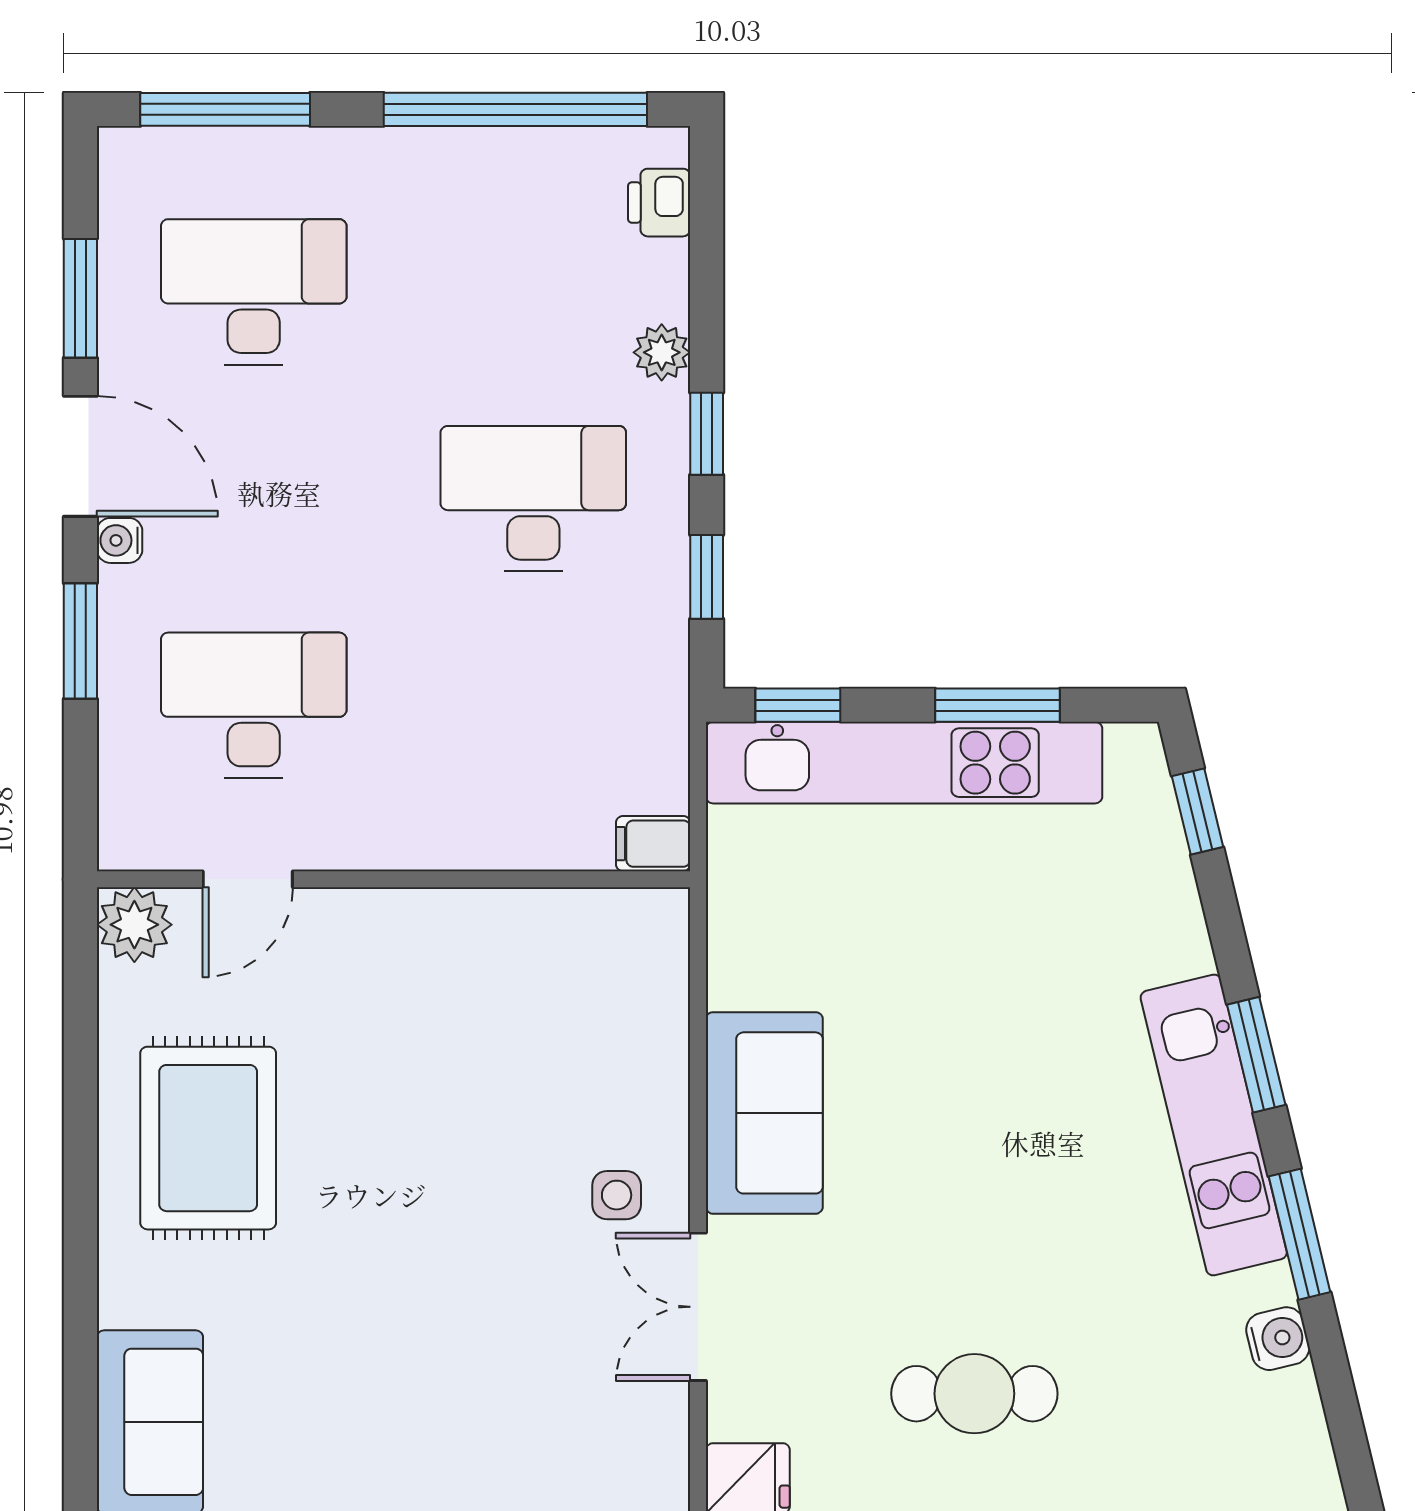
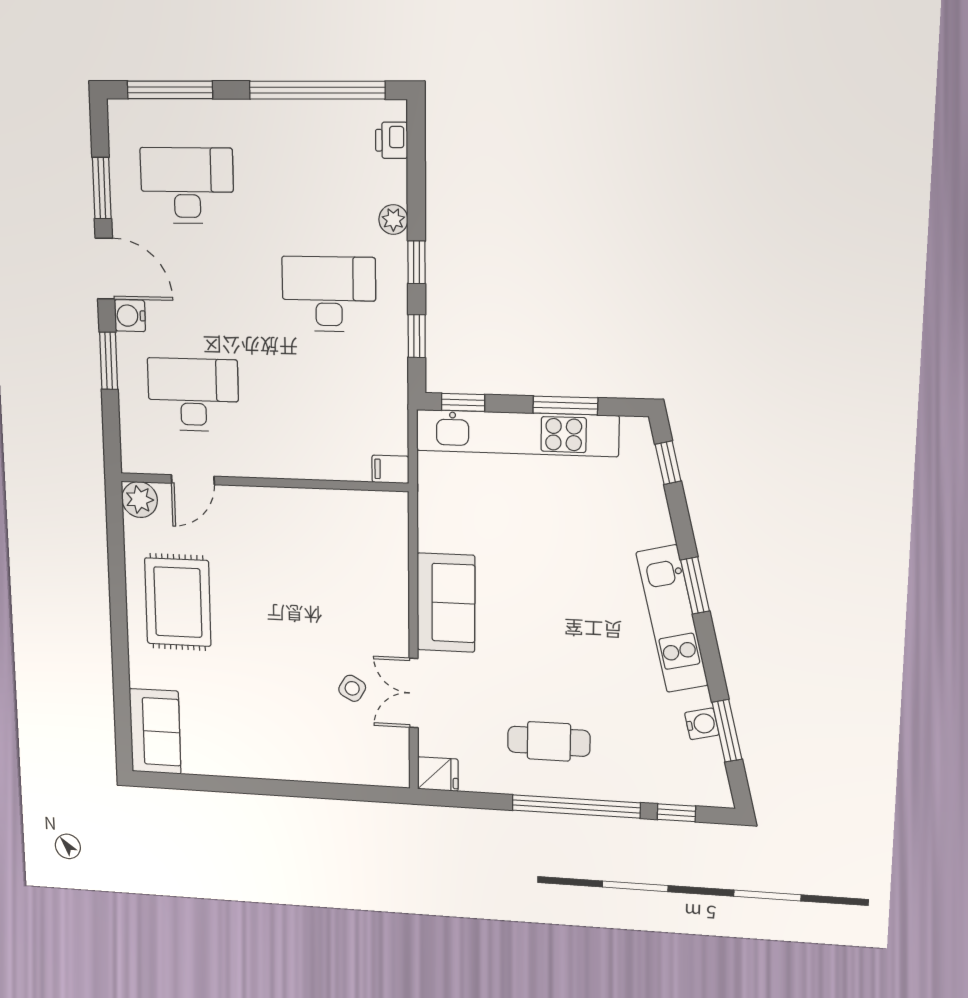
water cooler: (120, 540) -> (130, 316), width x1.38, depth x1.38
side table: (617, 1195) -> (352, 688), moved, turned 30
window: (1300, 1234) -> (727, 731), moved

